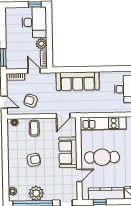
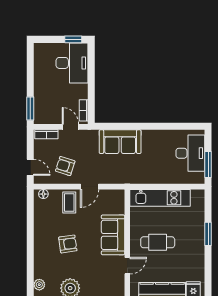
plant: (41, 44) -> (81, 91), removed
sofa: (78, 81) -> (120, 142), width x0.73
door: (63, 116) -> (90, 187), moved
cafe table: (102, 157) -> (158, 242), width x0.73, depth x0.74

